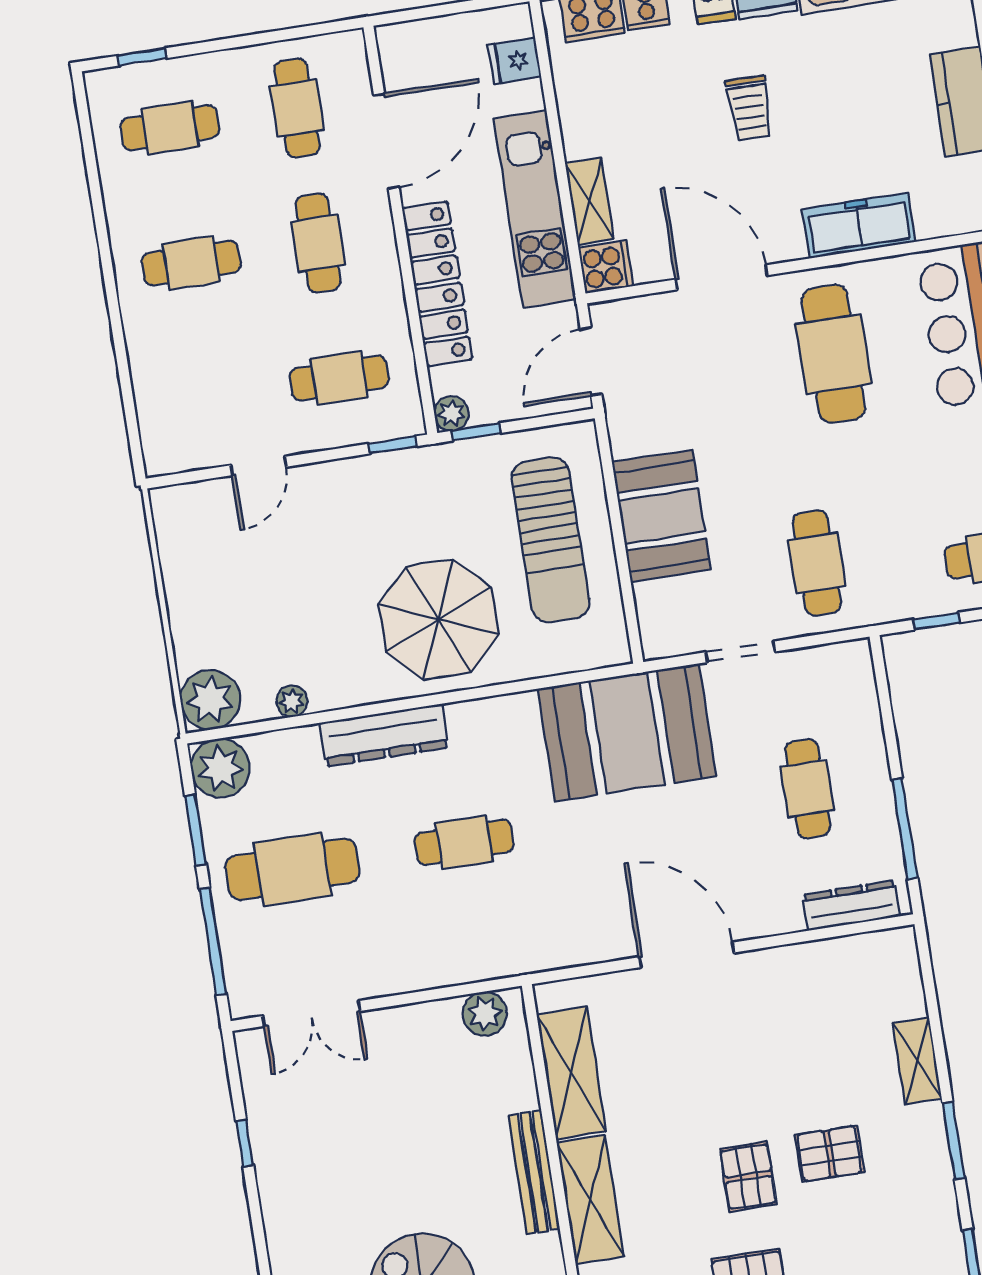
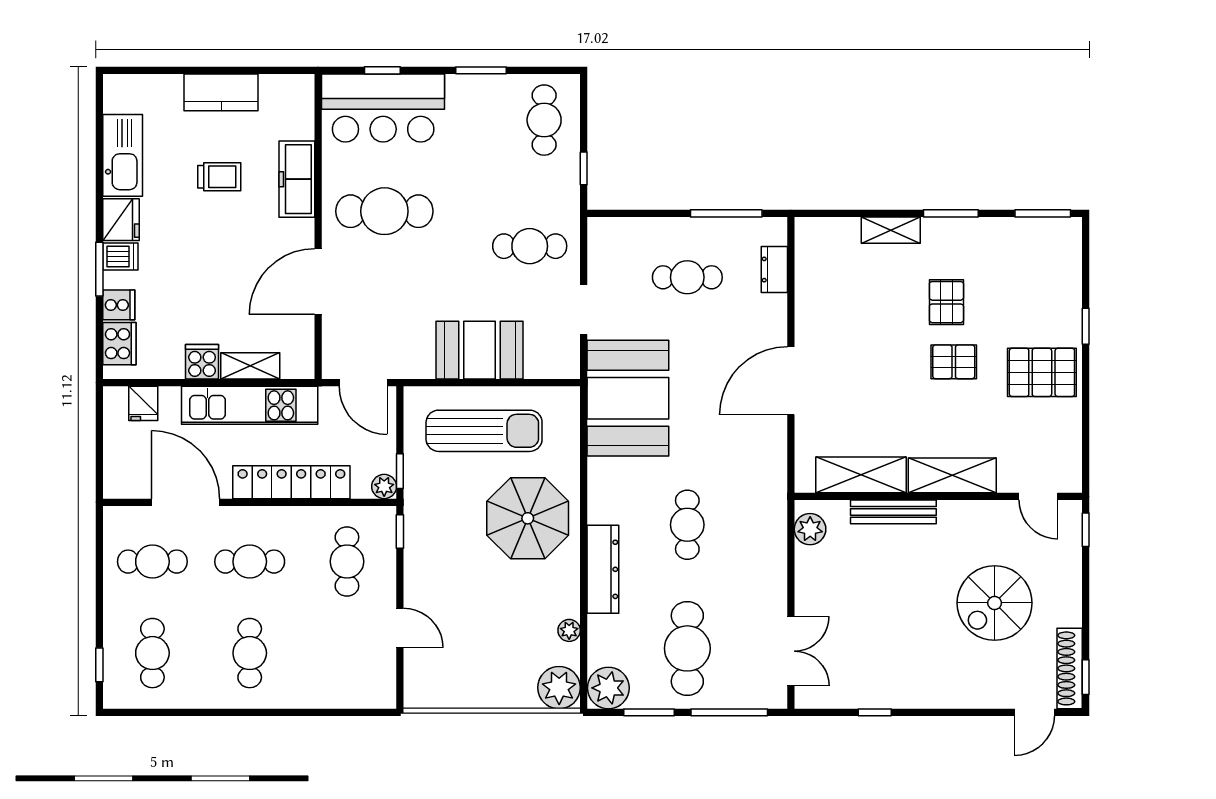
trolley: (749, 108) -> (219, 177), moved
cooker: (606, 267) -> (202, 362), moved
dresser: (851, 905) -> (774, 270), width x0.70
bench: (534, 1172) -> (893, 512), moved

